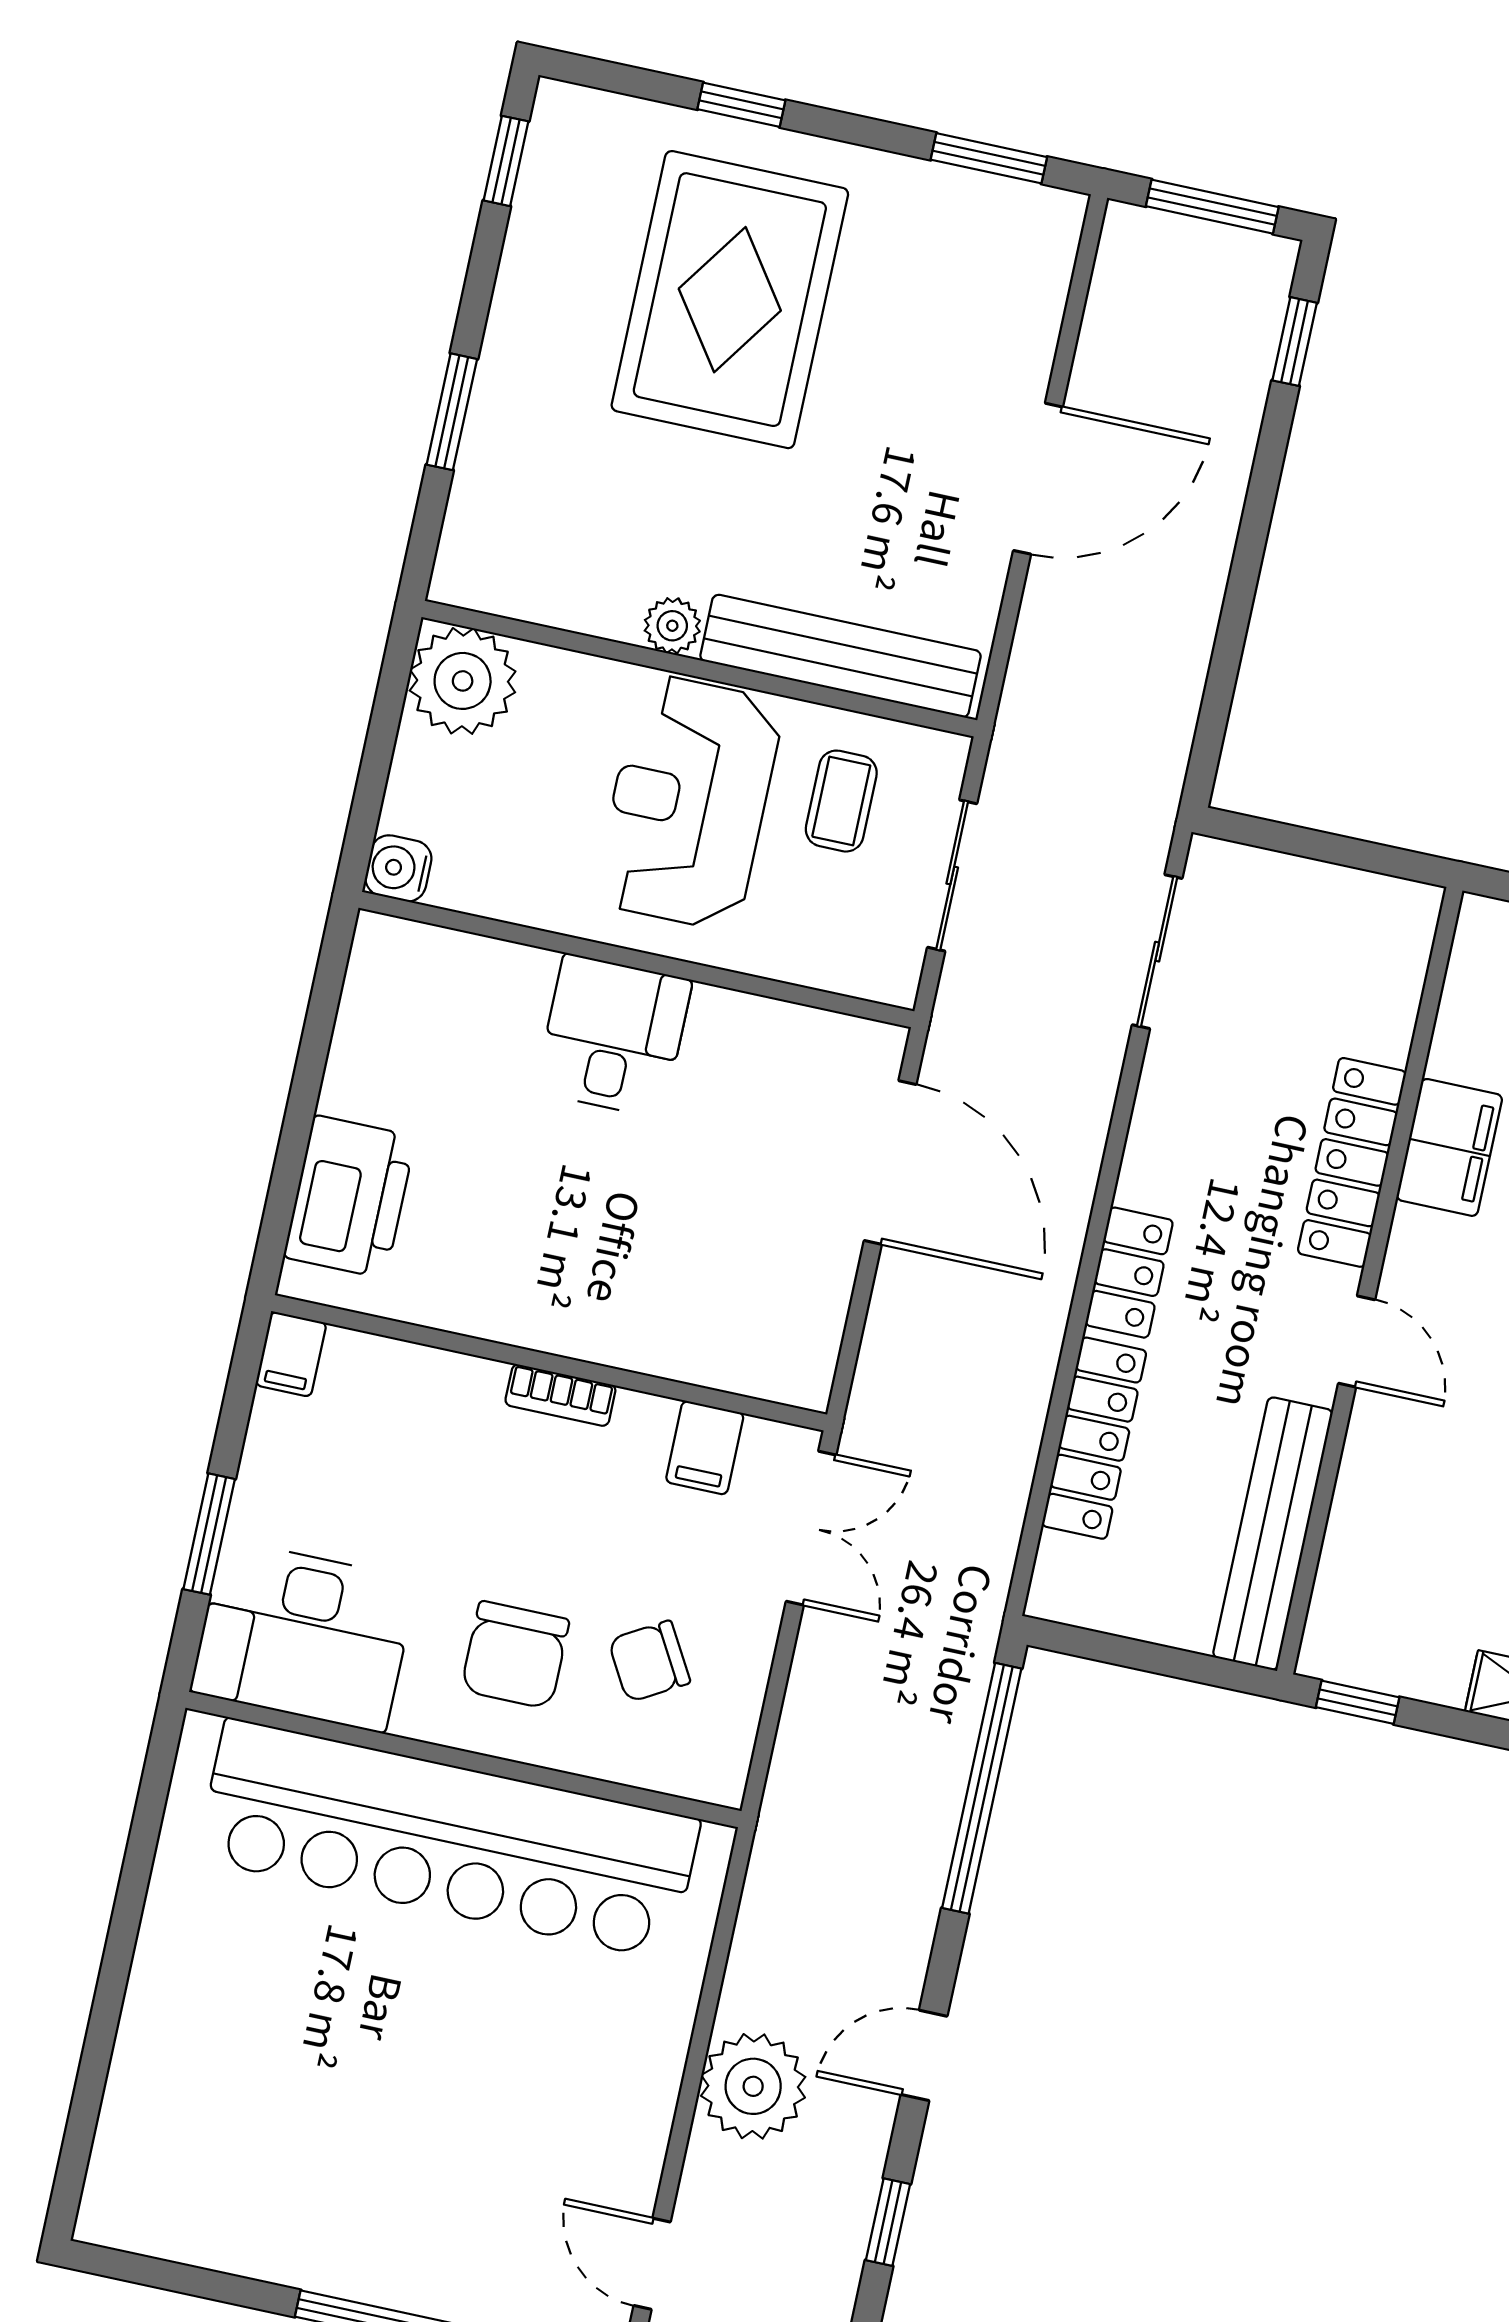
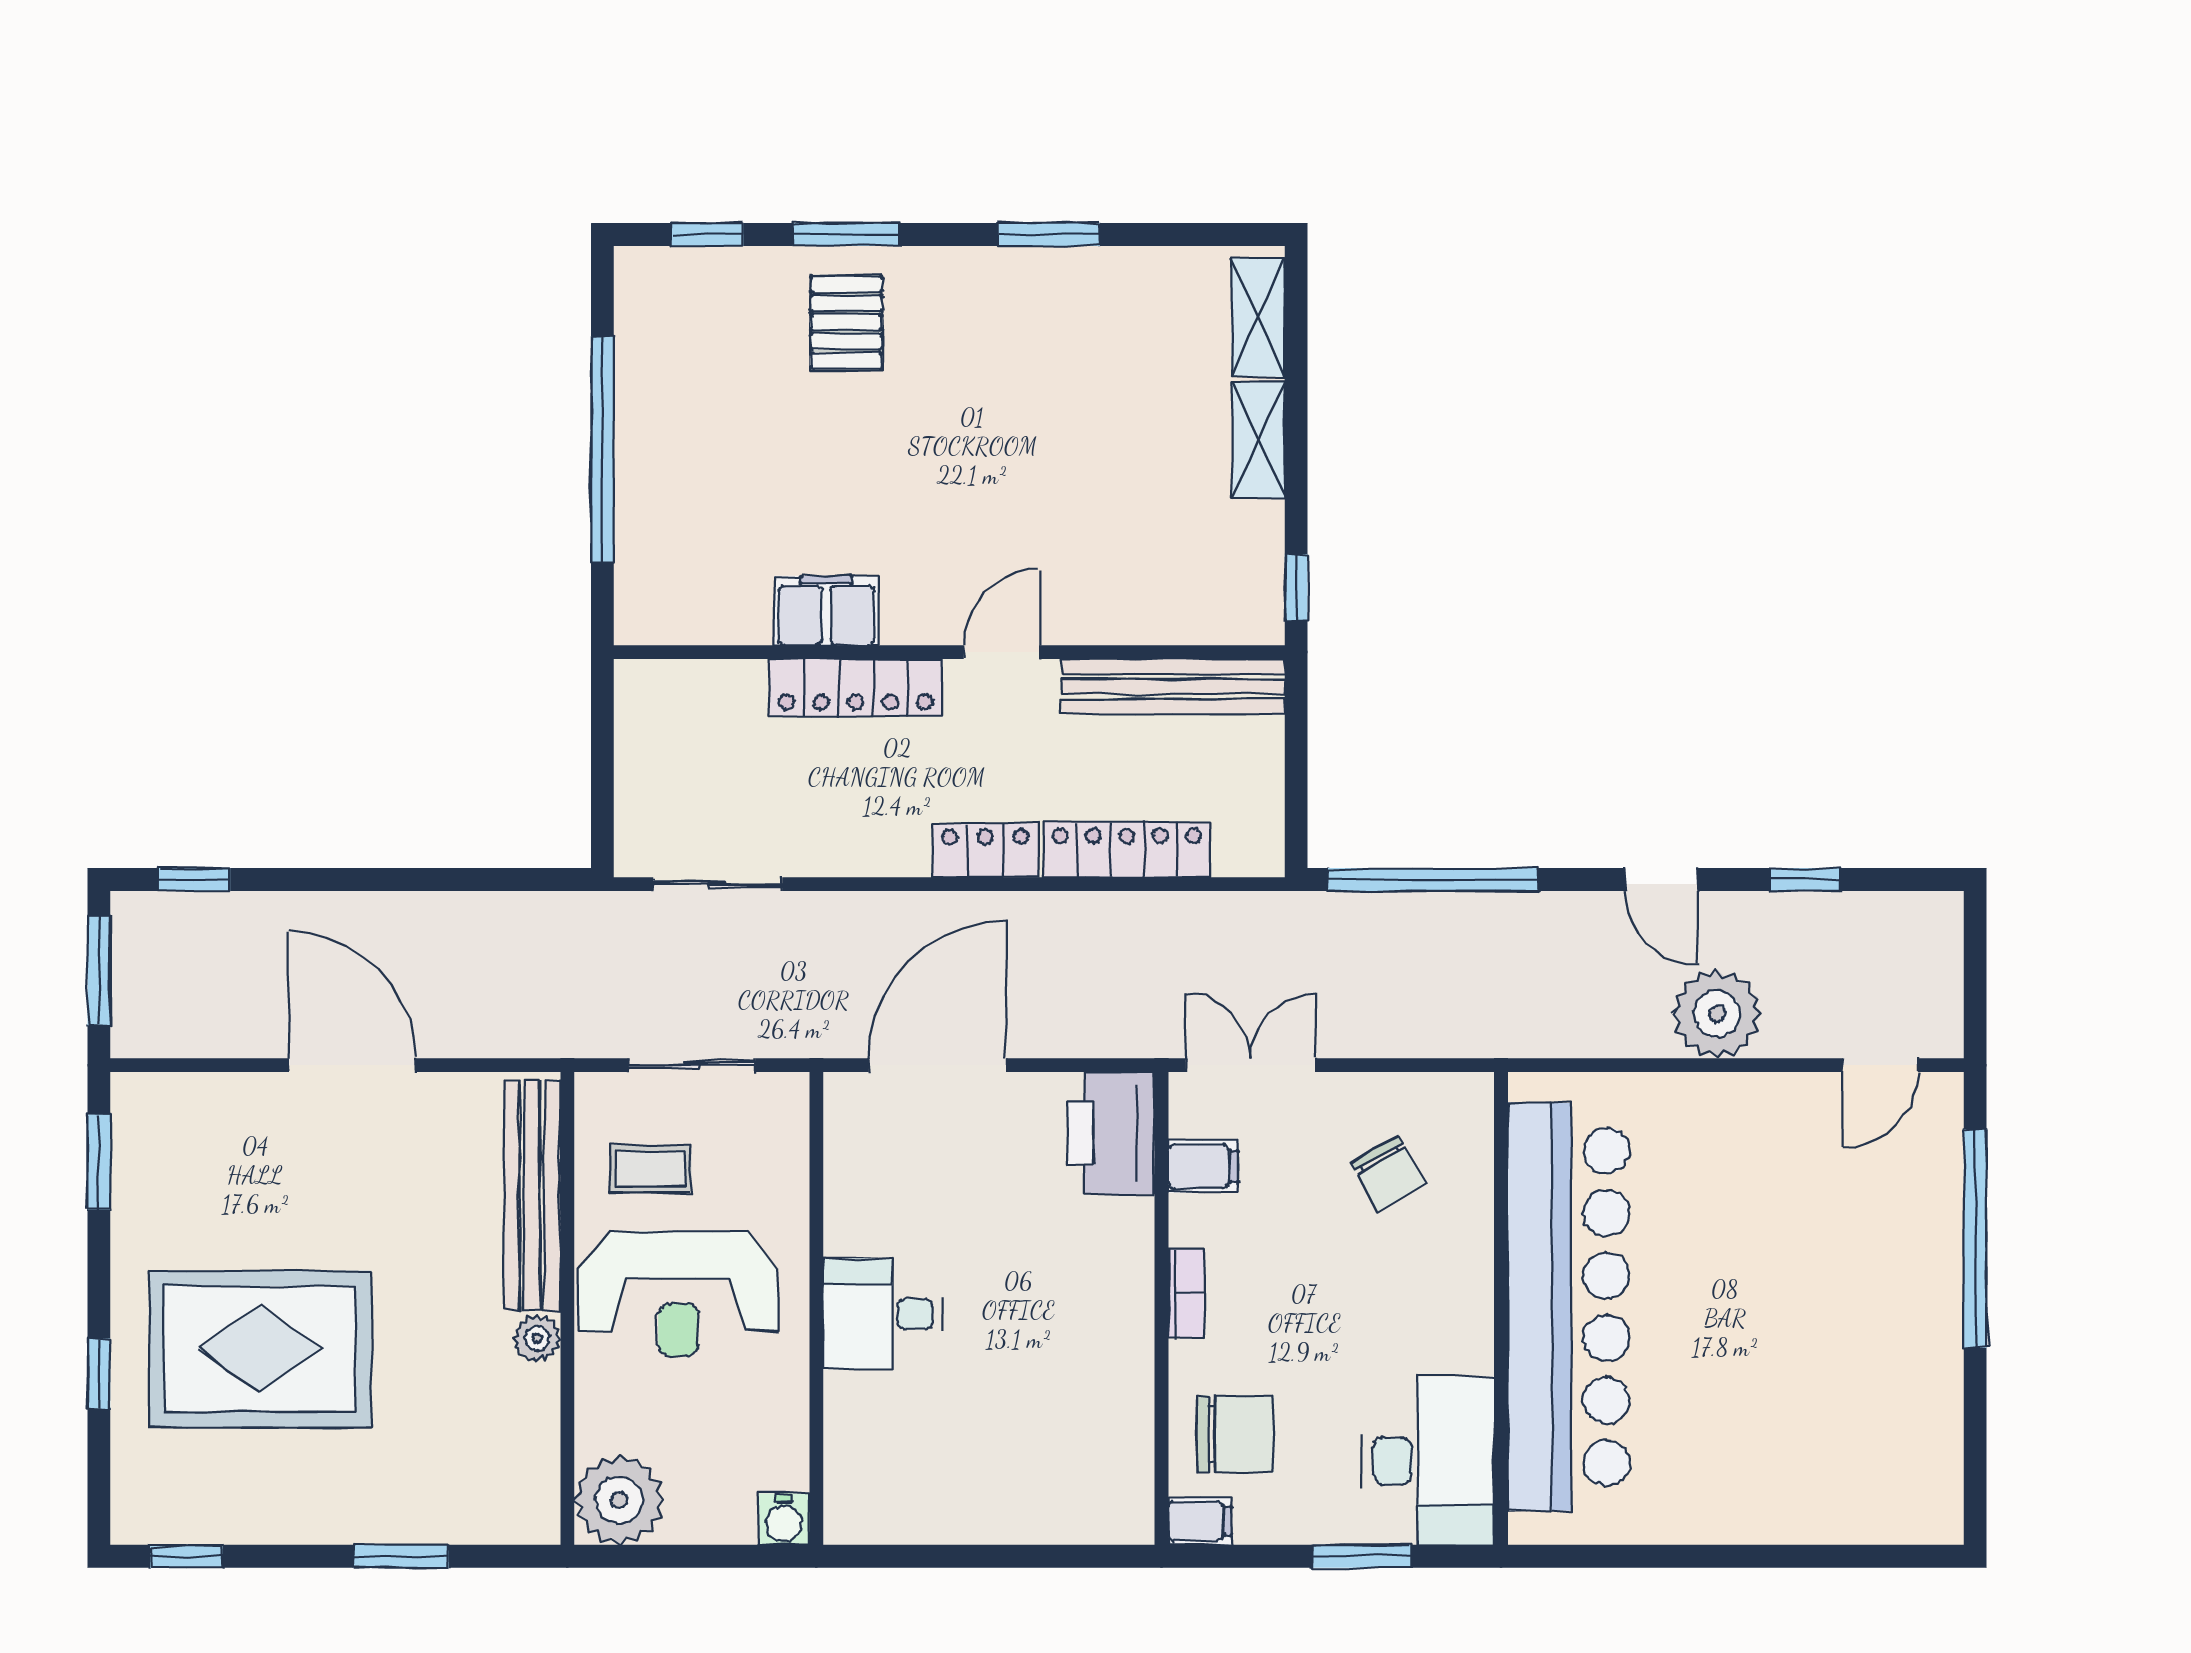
printer: (350, 1197) -> (1111, 1133), moved, turned -90
chair: (515, 1655) -> (1235, 1434), moved

